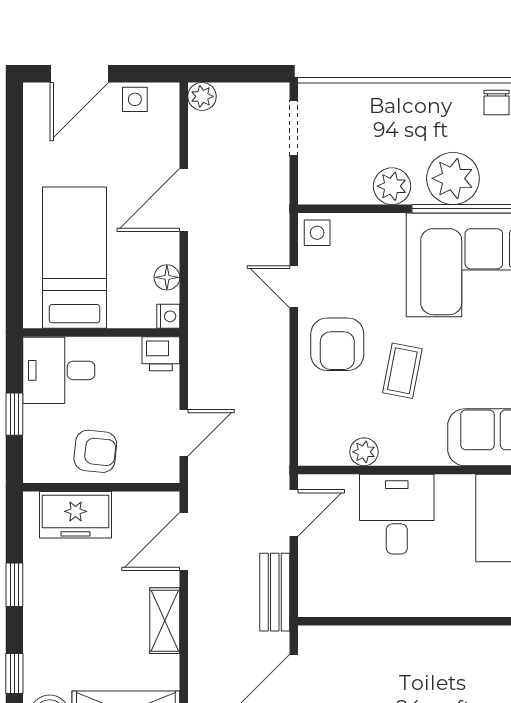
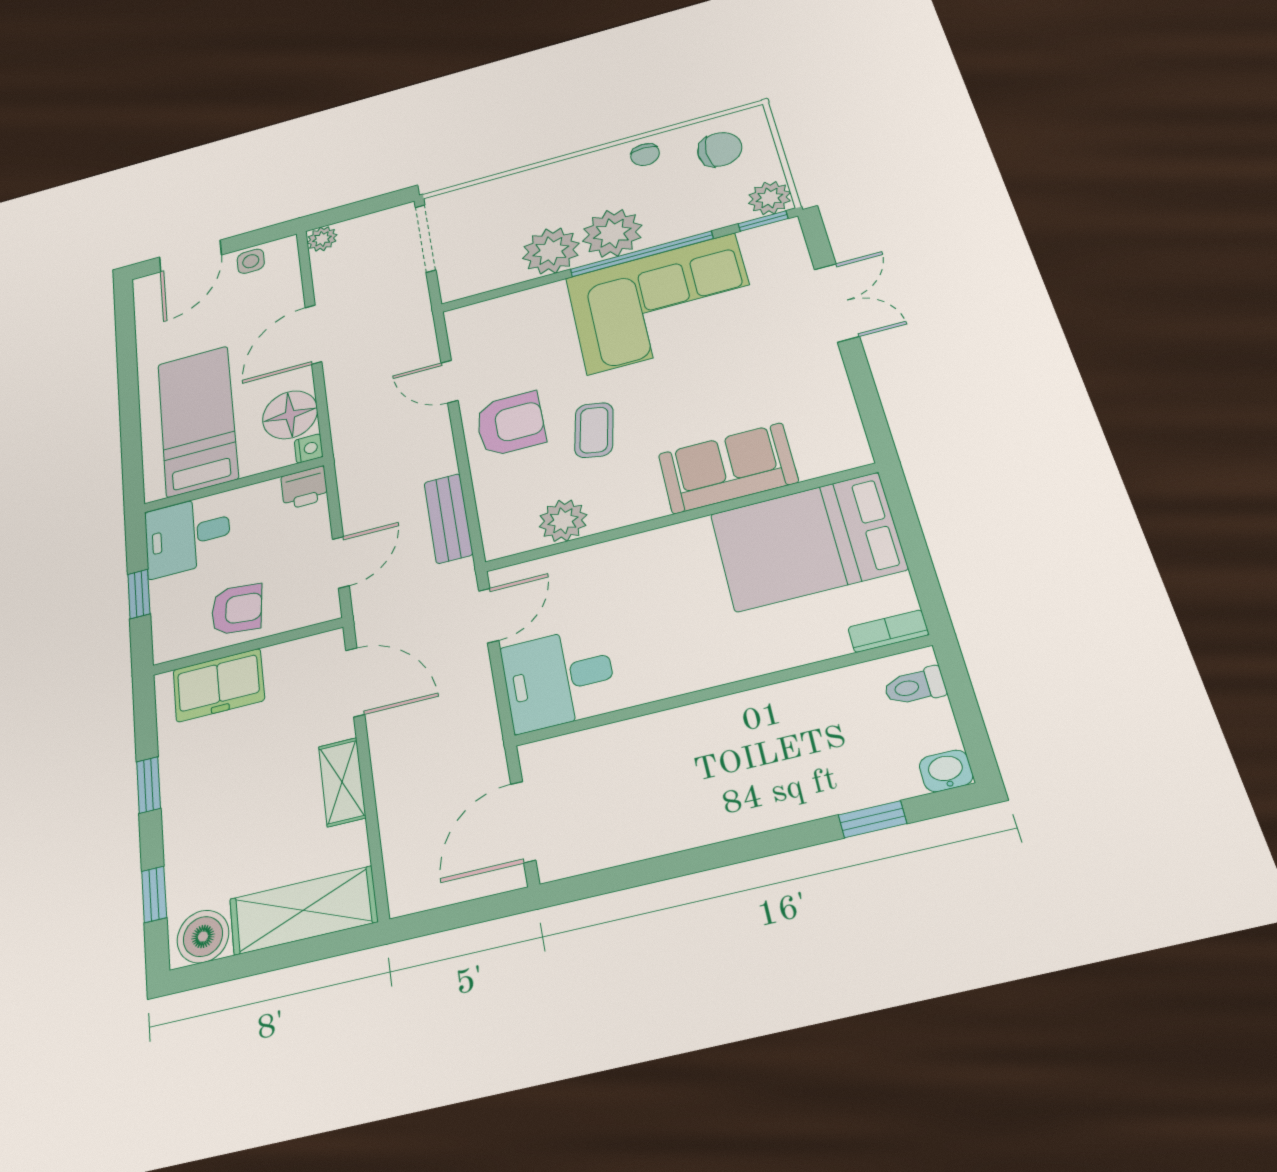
doorway: (294, 128) -> (425, 238), width x1.38
plant: (392, 186) -> (551, 251), width x1.36, depth x1.36
side table: (317, 233) -> (467, 324), removed
floor lamp: (167, 277) -> (290, 415), width x1.89, depth x1.89
armchair: (337, 344) -> (510, 424), turned -90
plant: (364, 452) -> (563, 521), width x1.38, depth x1.38
desk: (397, 514) -> (559, 679), moved, turned -90
door: (184, 541) -> (355, 682), swing flipped
bench: (275, 592) -> (448, 518), moved

